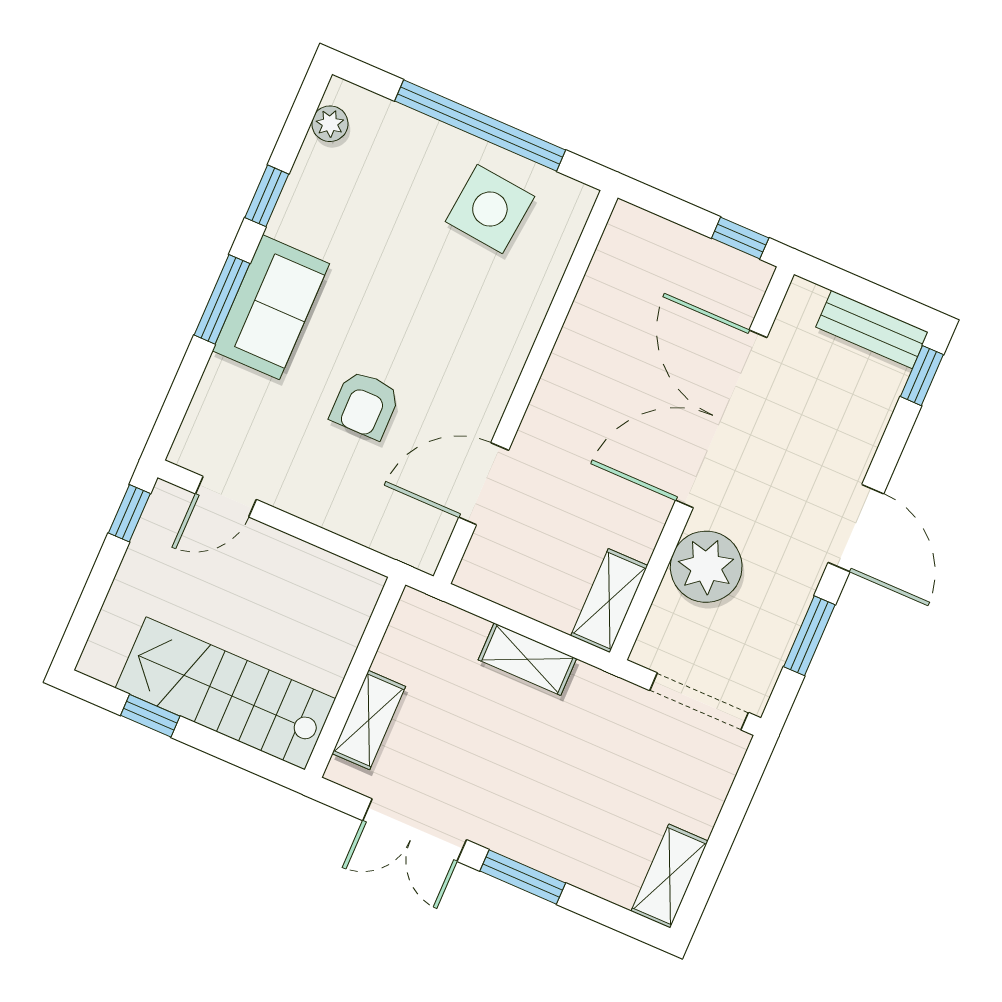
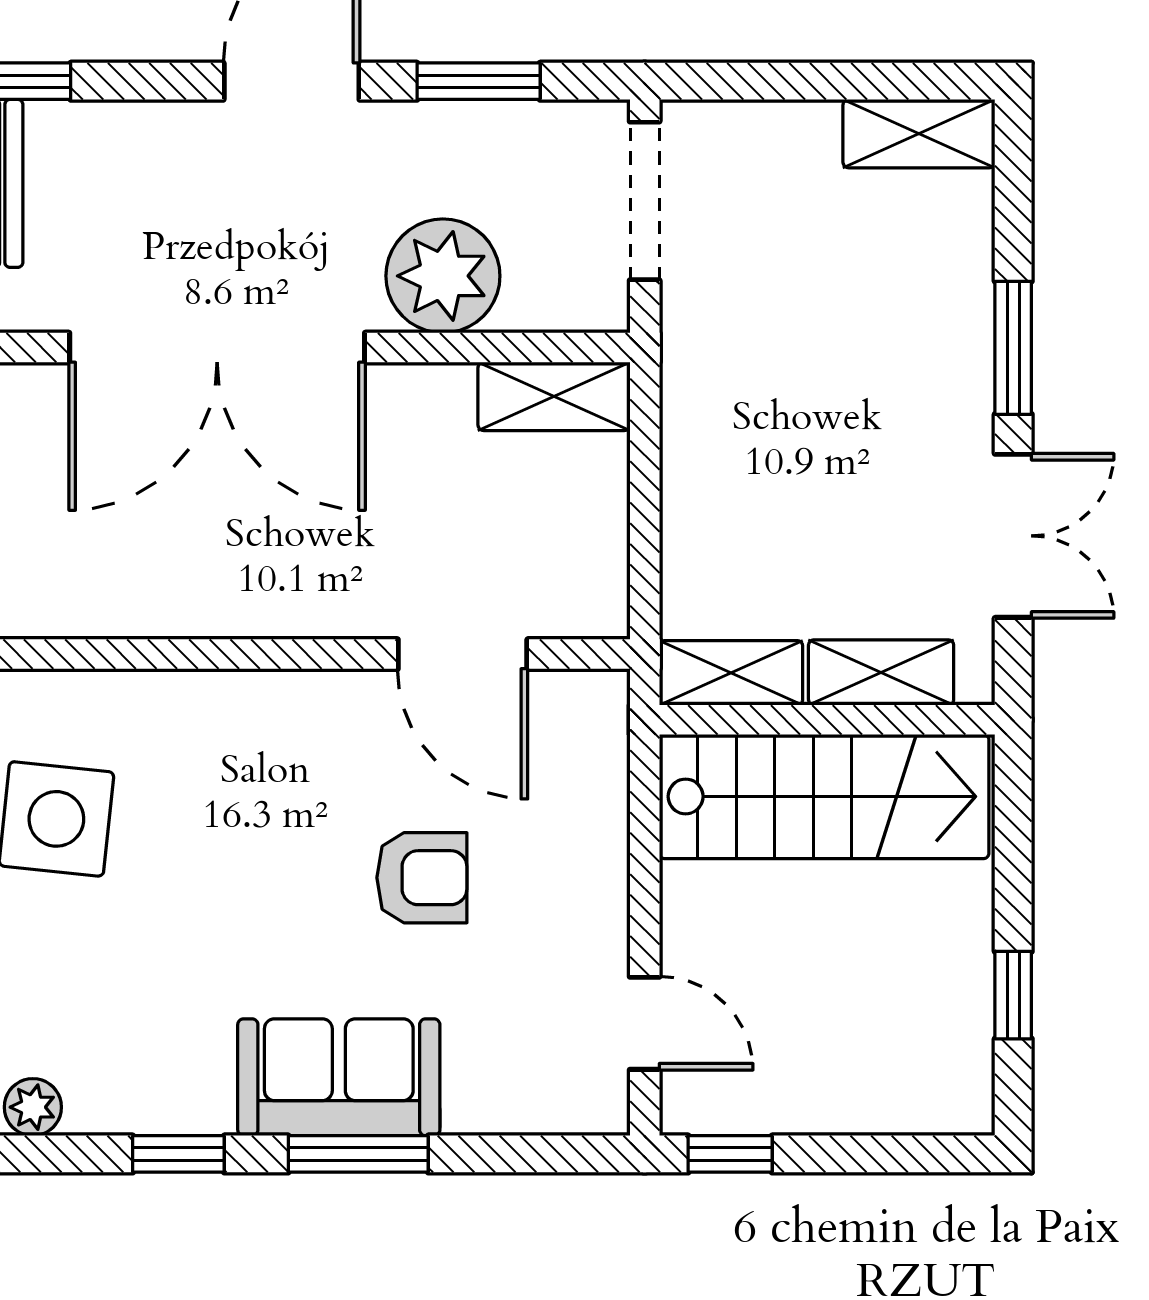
shelving: (527, 659) -> (731, 673), moved, turned 90
stairs: (226, 693) -> (824, 796), moved, turned -90

